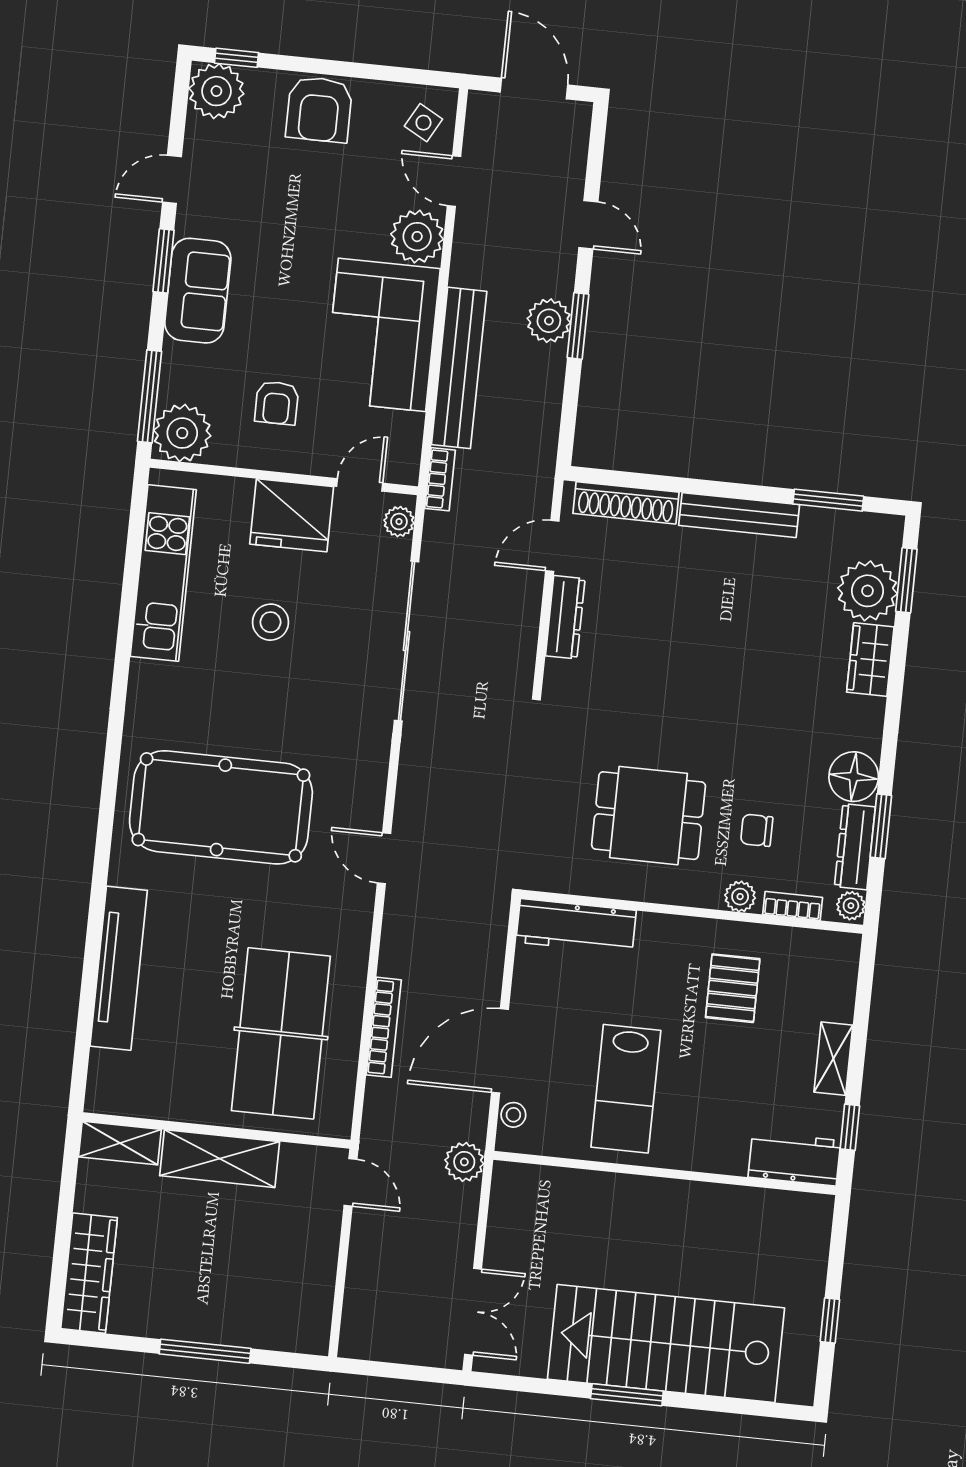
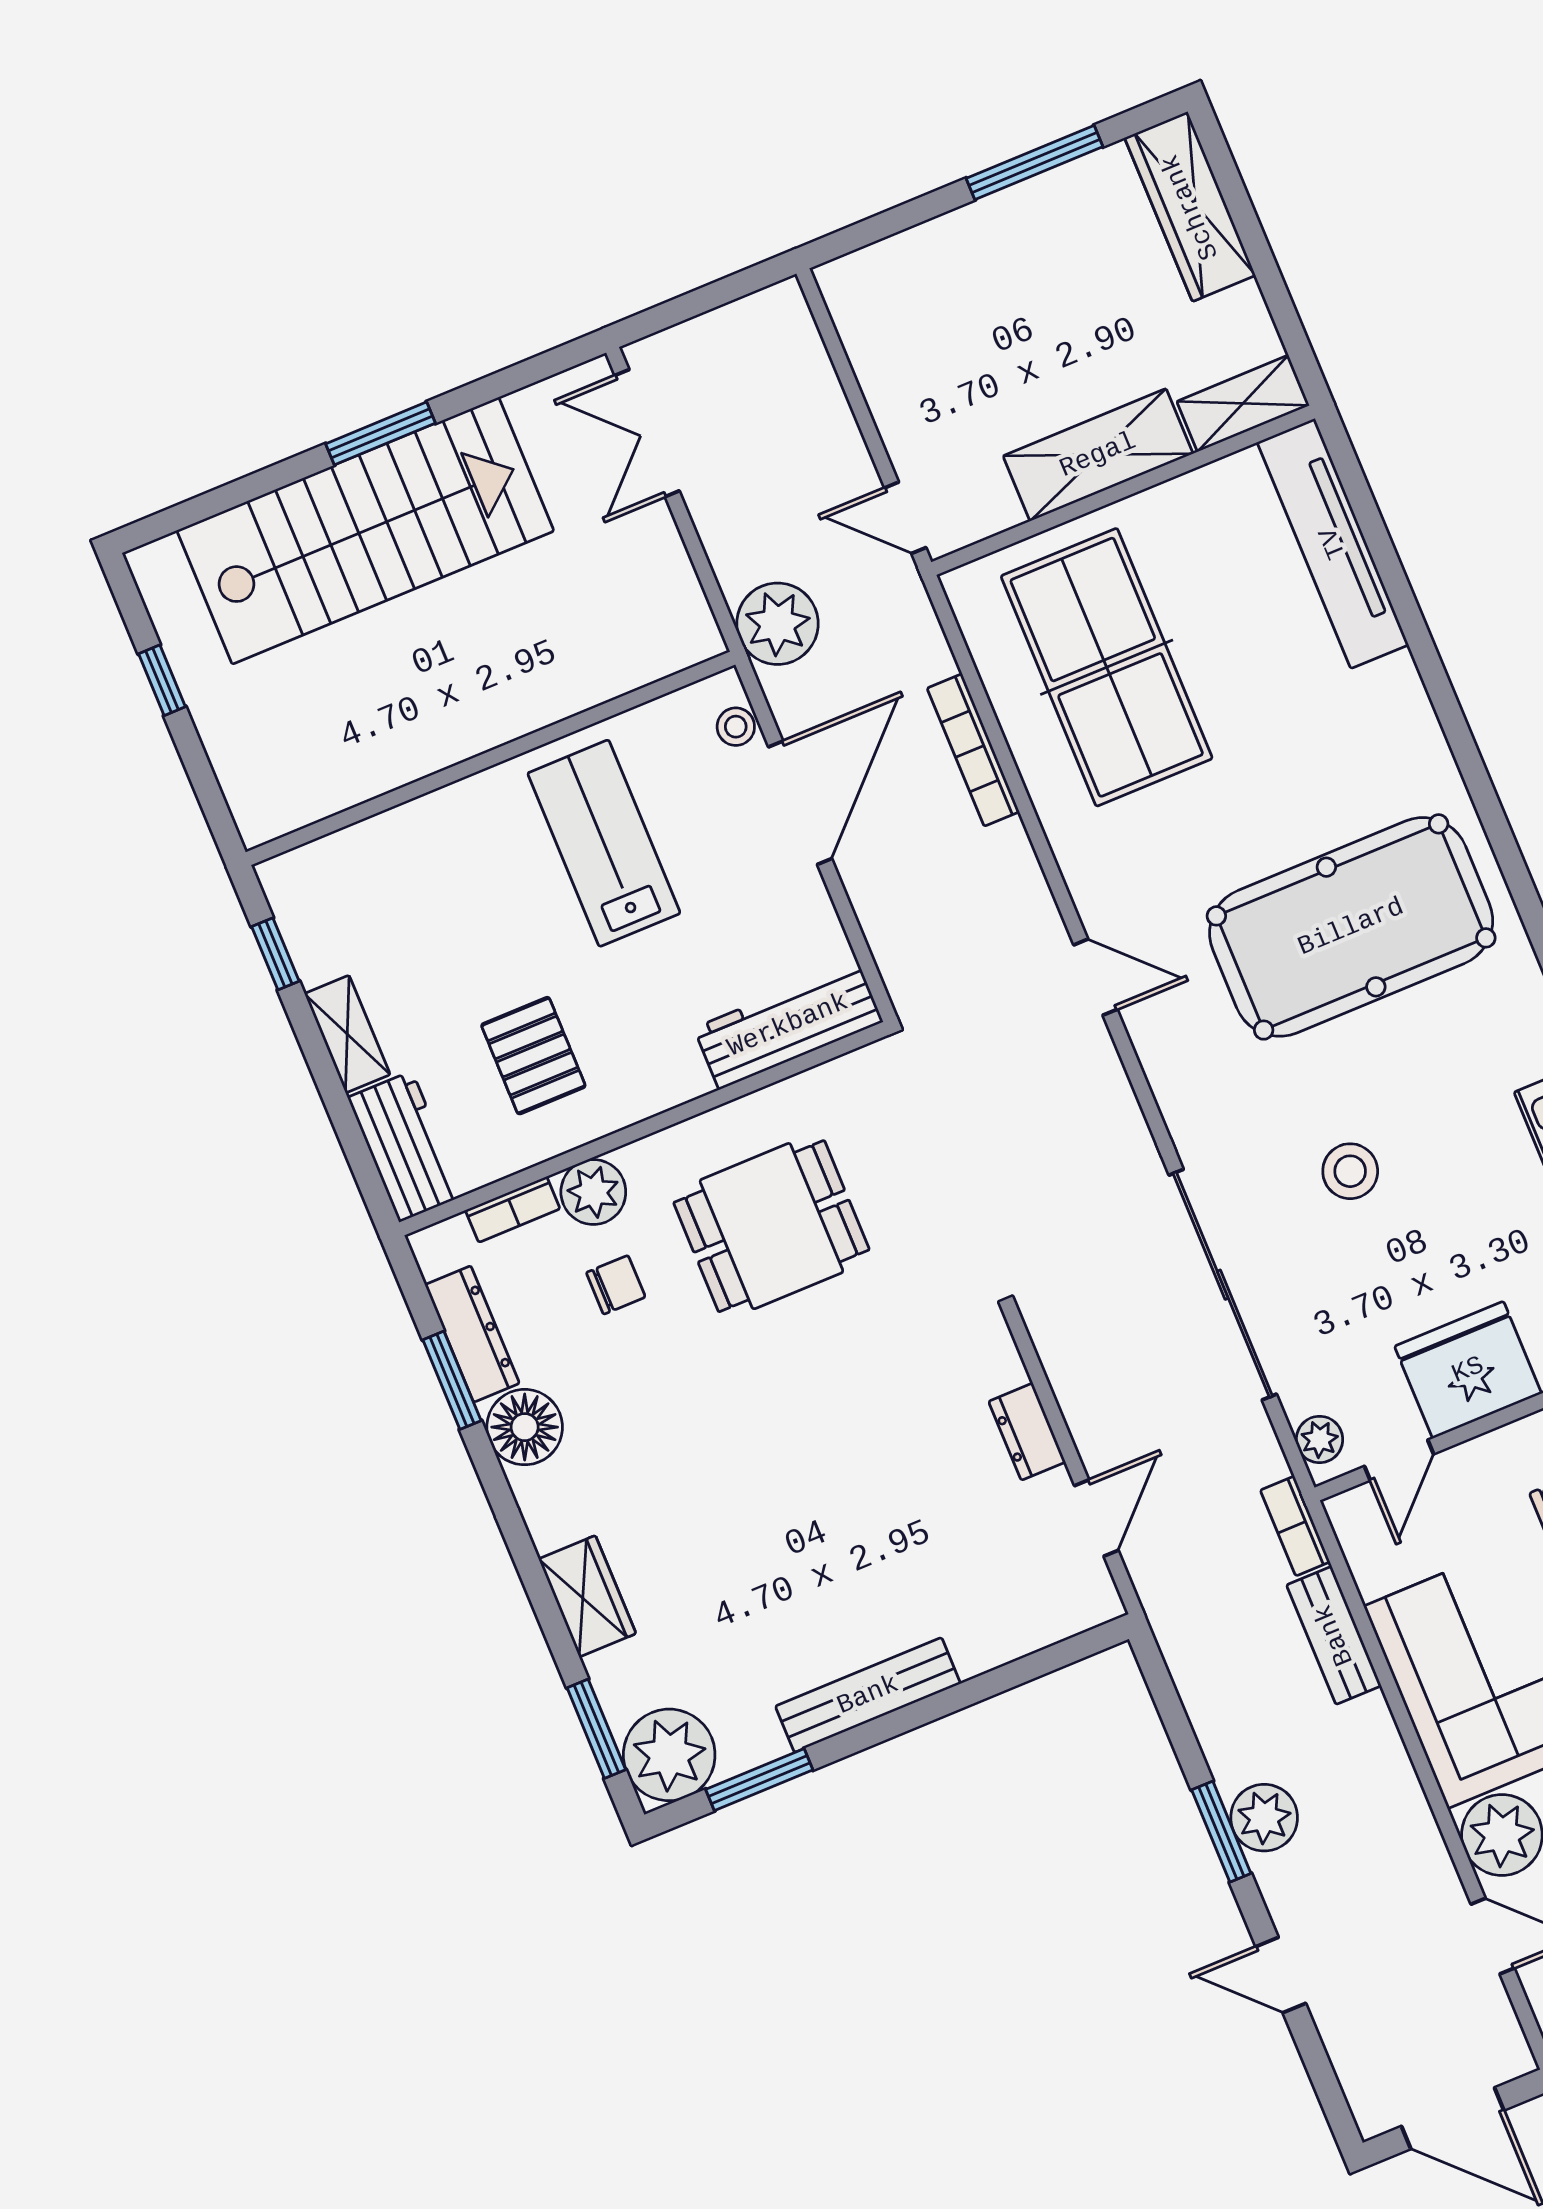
bench: (459, 368) -> (1334, 1635), width x0.54, depth x0.82
shoe rack: (626, 503) -> (1029, 1629), removed
plant: (867, 591) -> (669, 1755), moved
dresser: (565, 617) -> (1027, 1432), width x0.70
stool: (270, 622) -> (1350, 1171), moved
plant: (740, 897) -> (593, 1192), width x1.38, depth x1.38
plant: (851, 906) -> (435, 1252), removed
tv unit: (119, 968) -> (1333, 543), moved
workbench: (794, 1159) -> (405, 1147), moved, turned -90
plant: (464, 1162) -> (777, 624), width x1.36, depth x1.36
window: (205, 1351) -> (1035, 162), moved

